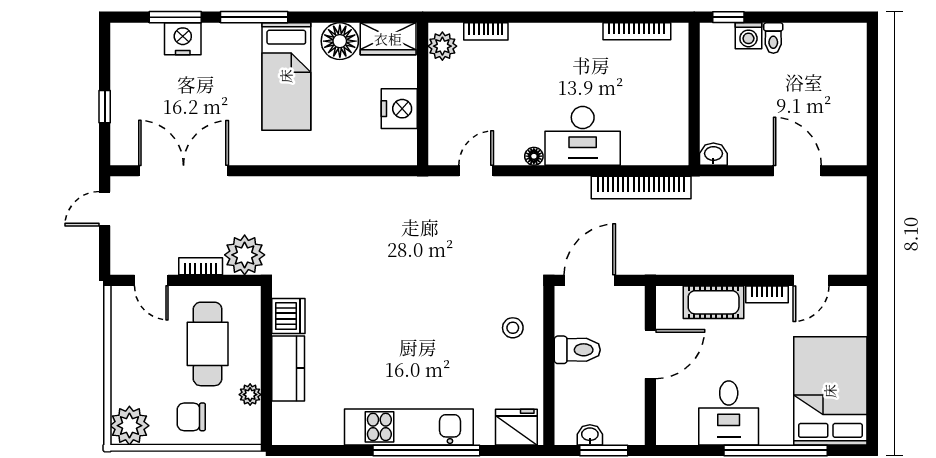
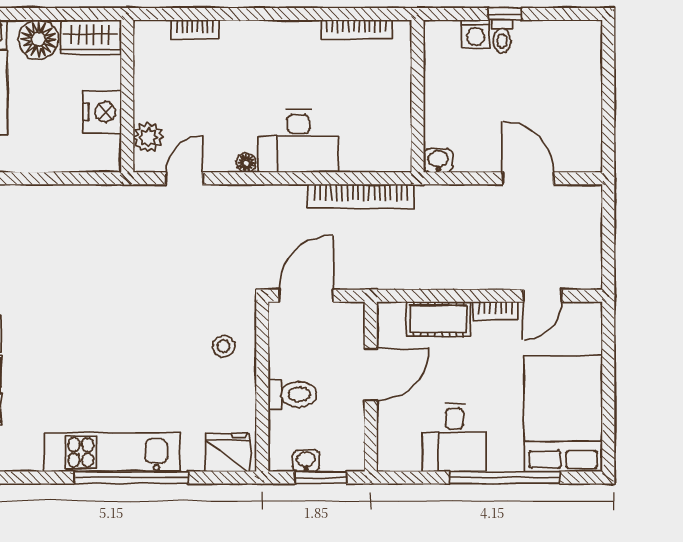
window: (728, 17) -> (504, 14), moved
plant: (442, 46) -> (148, 137), moved
toilet: (577, 350) -> (292, 394), moved

